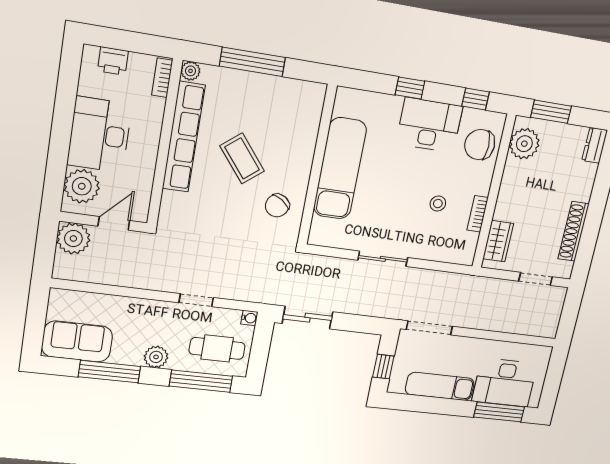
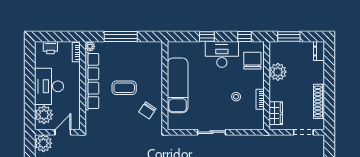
plant: (524, 144) -> (278, 72), moved
chair: (480, 145) -> (252, 61), turned 90
coffee table: (242, 158) -> (124, 88), turned -51

